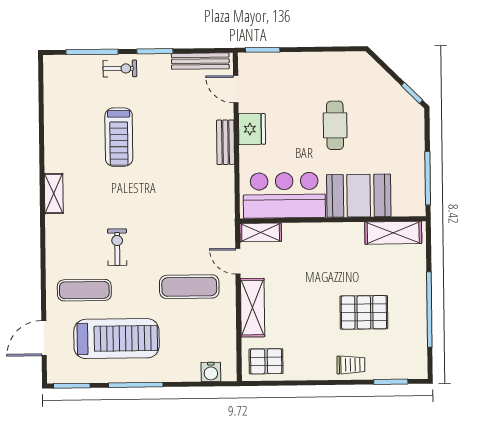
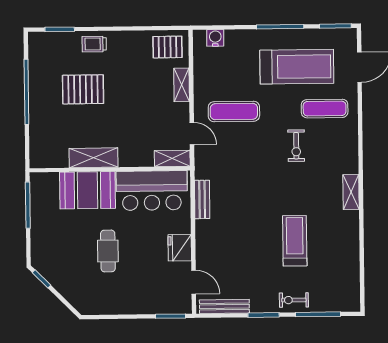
bench: (226, 142) -> (202, 199), moved
shelving: (393, 233) -> (93, 158), moved
shelving: (253, 308) -> (182, 85), width x0.67, depth x0.75
treadmill: (116, 339) -> (297, 67), turned 180

